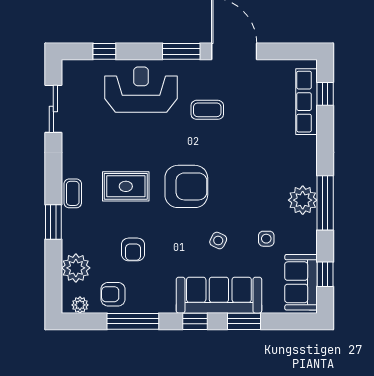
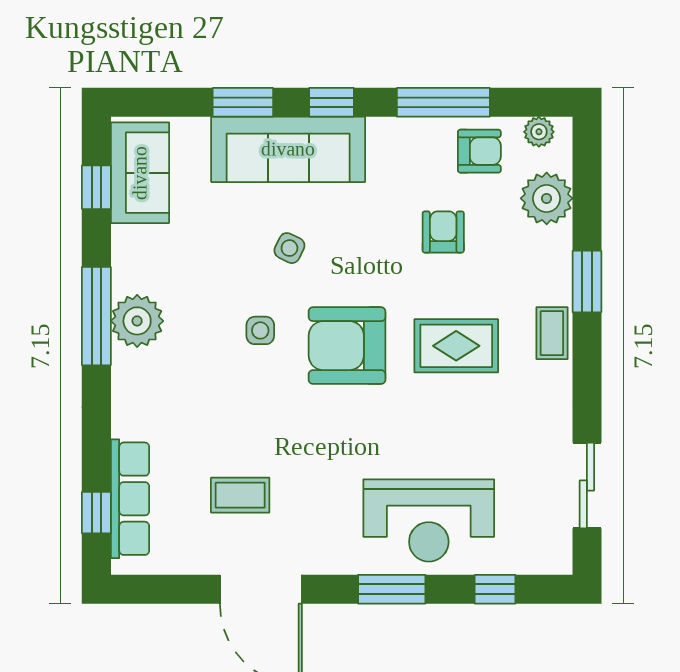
window: (181, 51) -> (392, 589), moved
coffee table: (207, 110) -> (240, 495), moved
side table: (266, 239) -> (260, 330), moved

